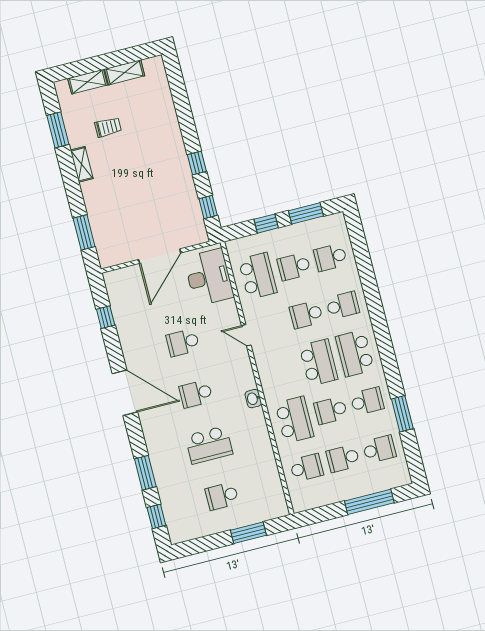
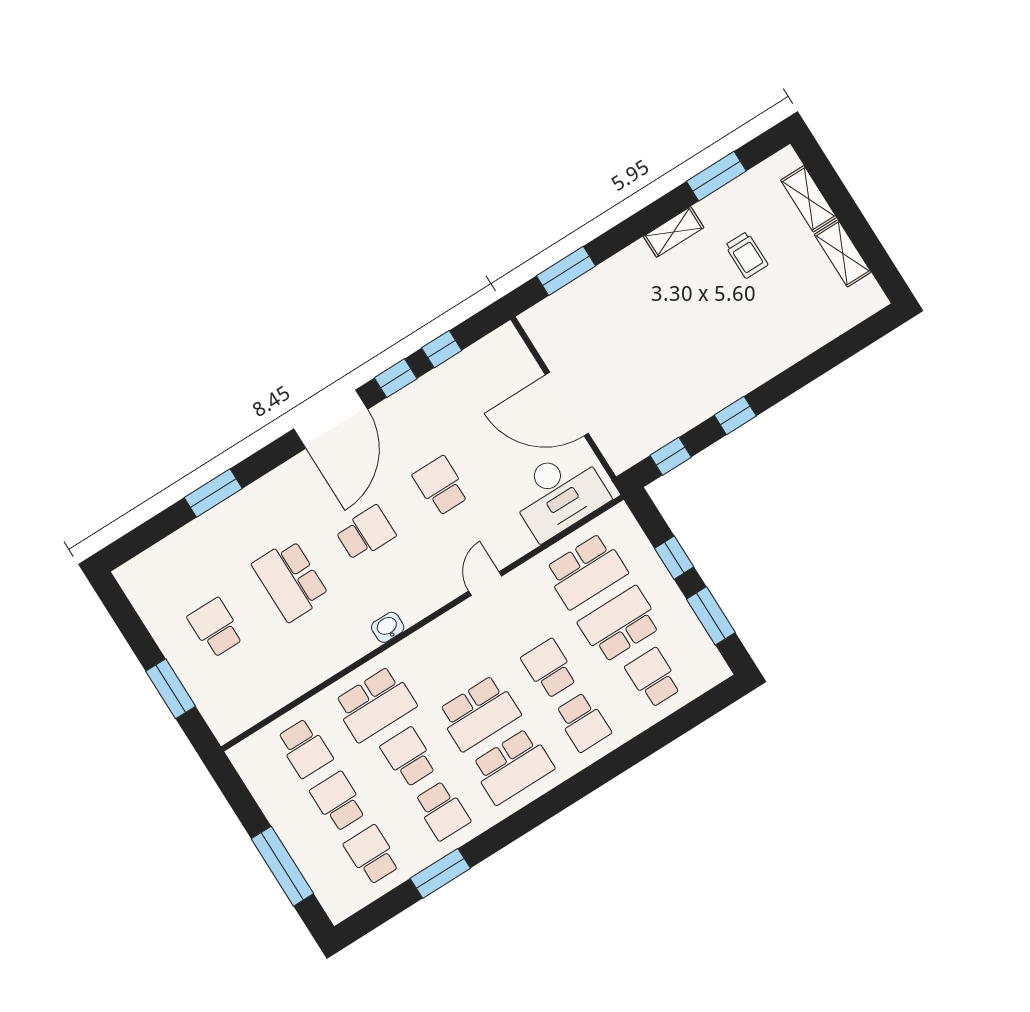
school desk: (294, 267) -> (620, 624), width x1.85
school desk: (355, 353) -> (513, 766), turned 180
school desk: (196, 394) -> (366, 533), turned 90
school desk: (379, 449) -> (372, 855), turned 180
window: (156, 516) -> (396, 378), moved

